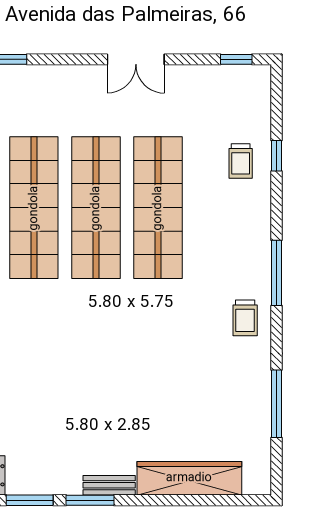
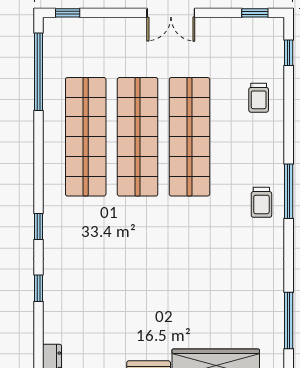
window: (276, 156) -> (289, 53), moved
trolley: (245, 318) -> (261, 202), moved
window: (276, 404) -> (289, 321), moved

